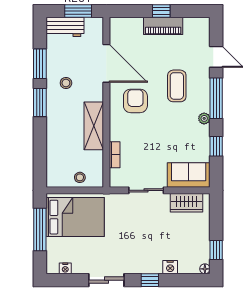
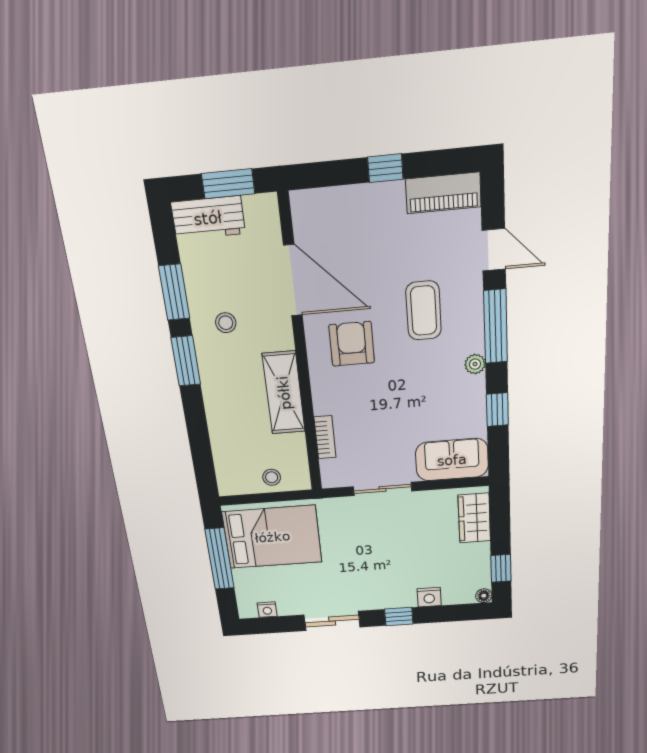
piano: (163, 26) -> (443, 193), moved
wardrobe: (186, 203) -> (474, 518), moved, turned 90

